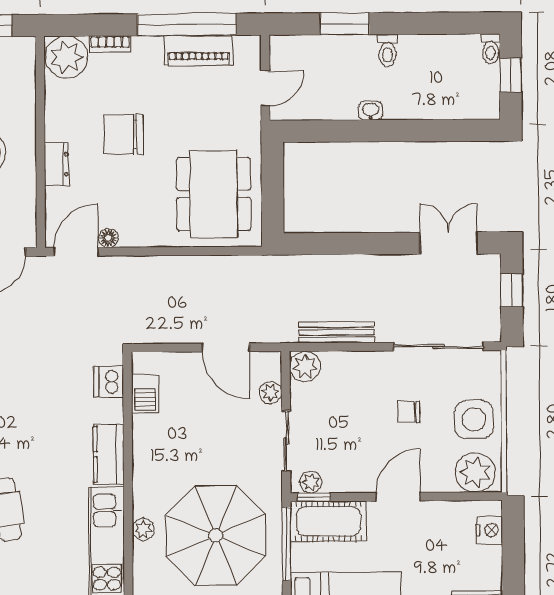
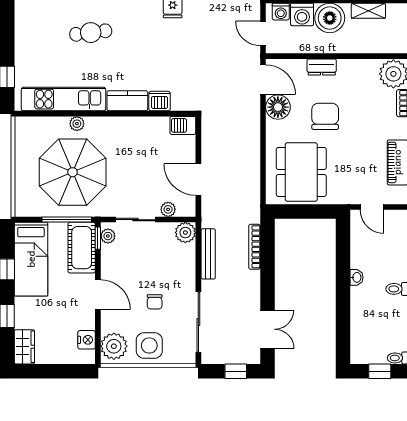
chair: (124, 134) -> (325, 116), moved
dining table: (214, 194) -> (301, 172), turned 90
floor lamp: (108, 238) -> (278, 107), width x1.89, depth x1.89
bookcase: (326, 263) -> (255, 247), added
door: (226, 347) -> (198, 180), hinge flipped
dishwasher: (109, 382) -> (160, 101), moved
barbecue: (145, 394) -> (183, 125), moved
chair: (409, 412) -> (155, 302), turned 180
nightstand: (489, 530) -> (87, 340), moved, turned -90

